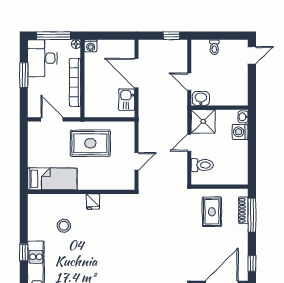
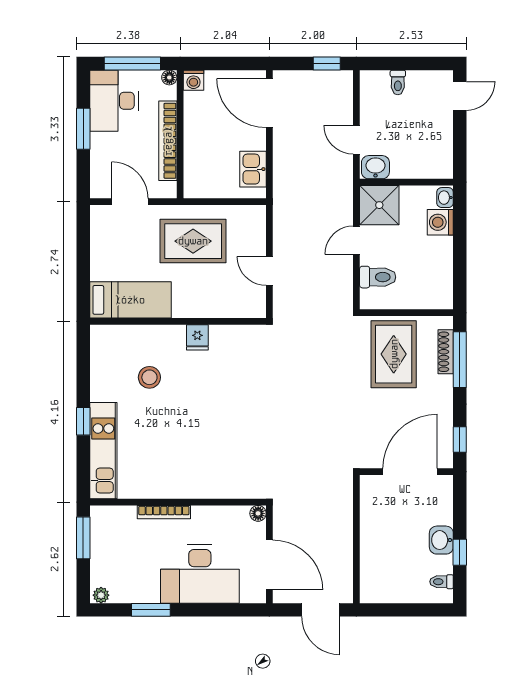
door: (137, 73) -> (269, 103), moved
door: (137, 161) -> (269, 271), swing flipped
rug: (212, 212) -> (394, 354), width x1.36, depth x1.43

